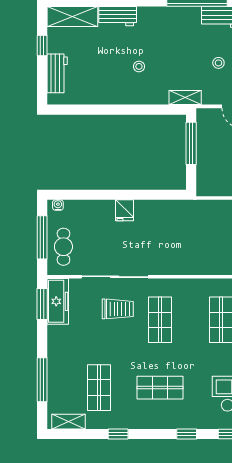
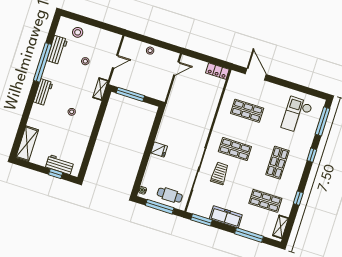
workbench: (118, 16) -> (43, 92), moved
window: (42, 46) -> (56, 174), moved
freezer: (58, 301) -> (226, 217), moved

